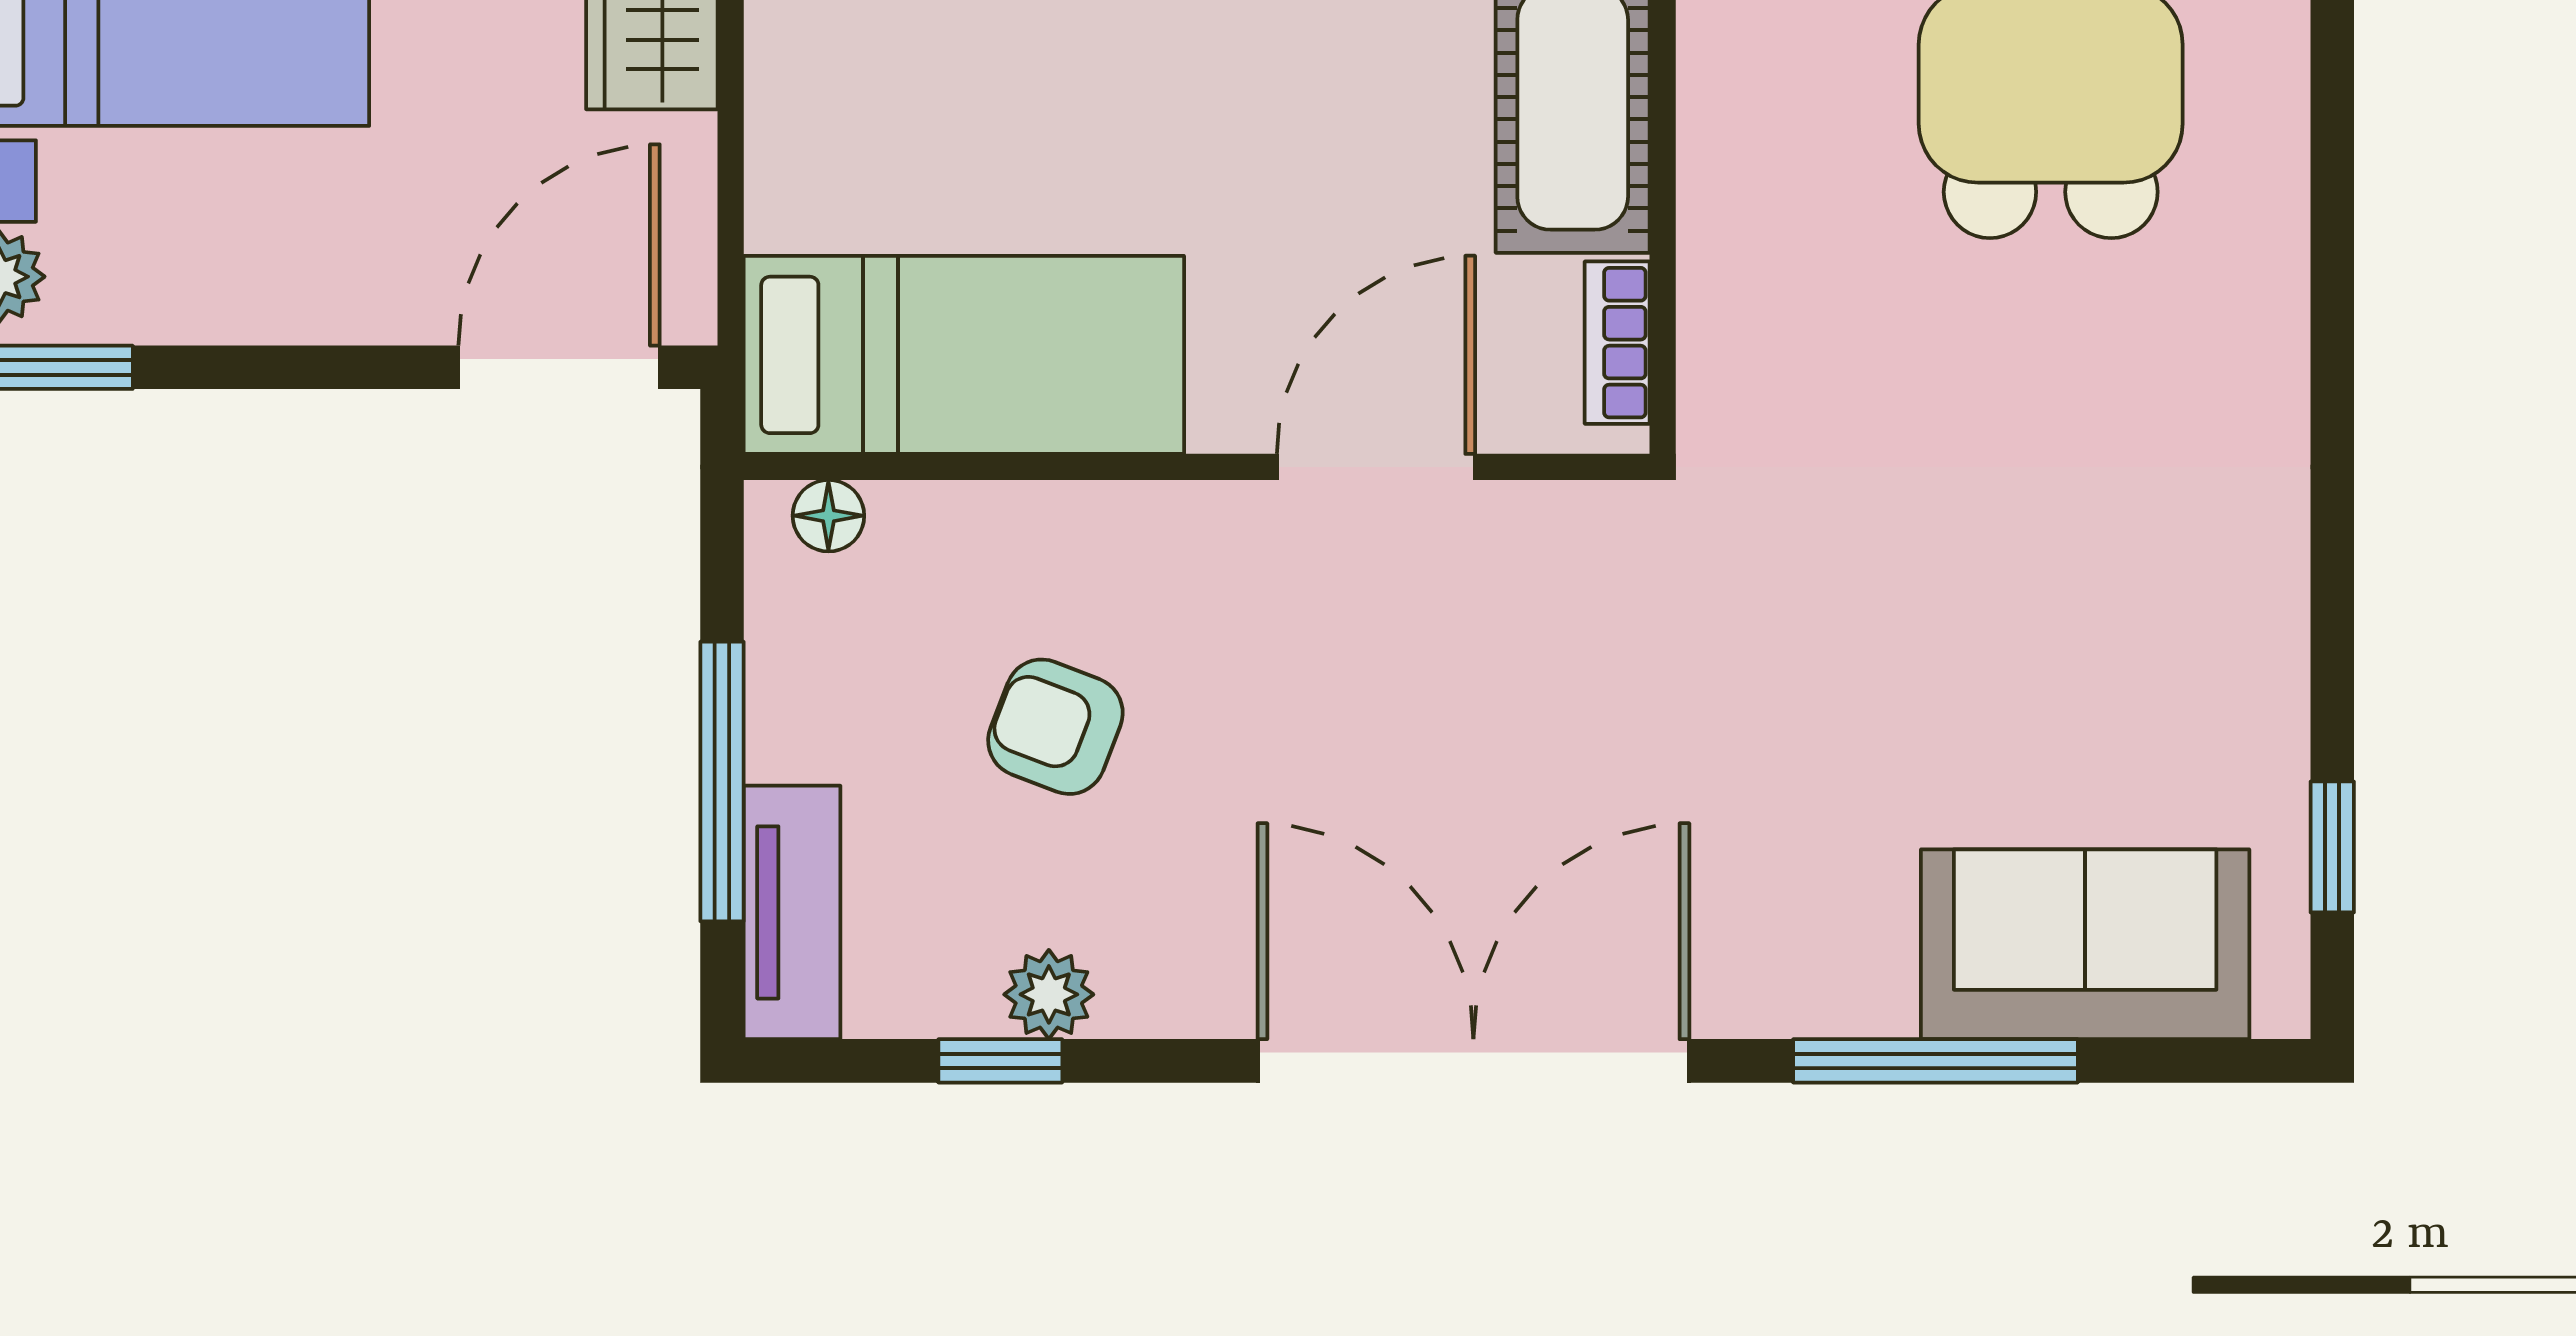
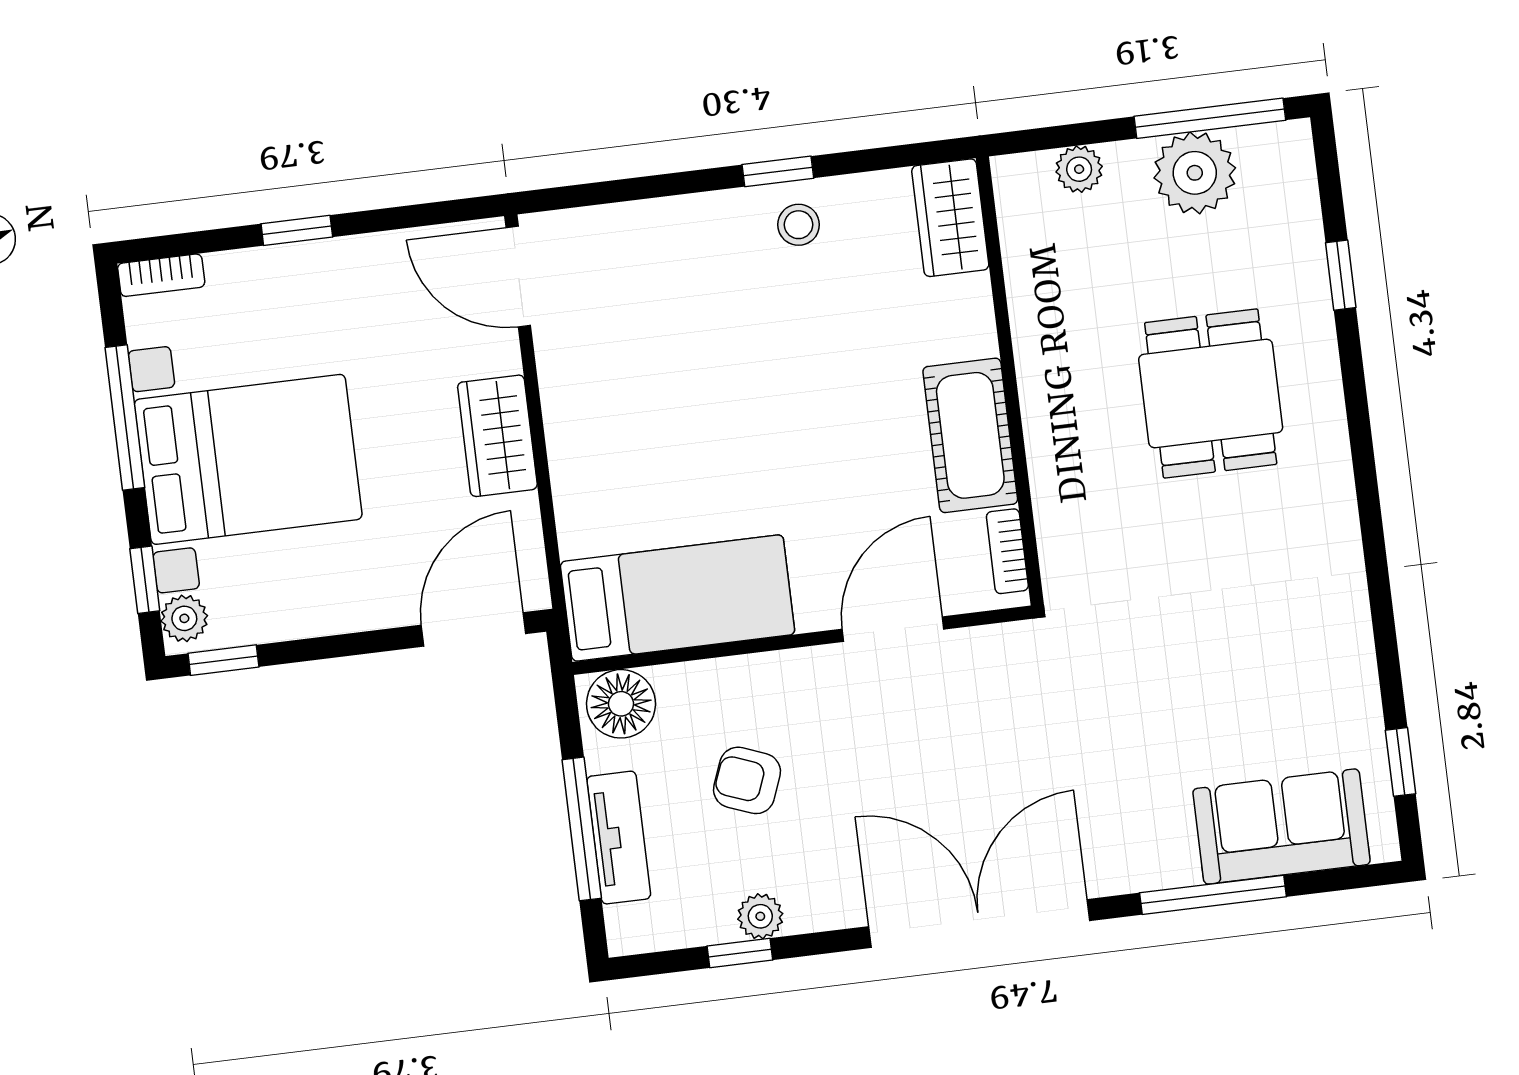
floor lamp: (828, 516) -> (621, 704), width x1.89, depth x1.89
tv unit: (792, 912) -> (619, 838), moved

